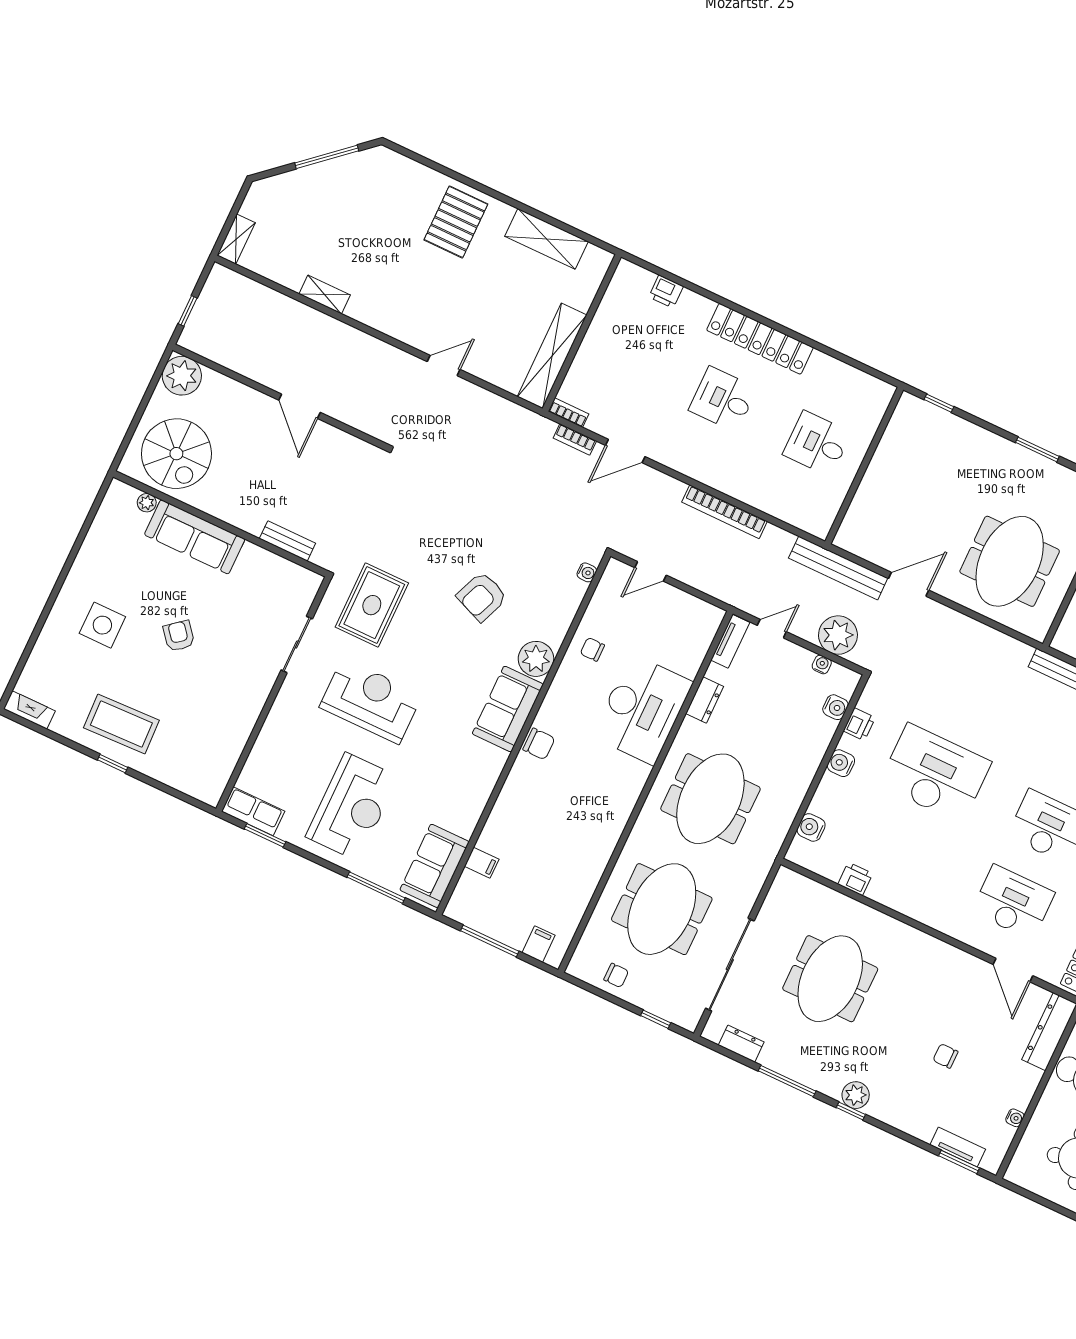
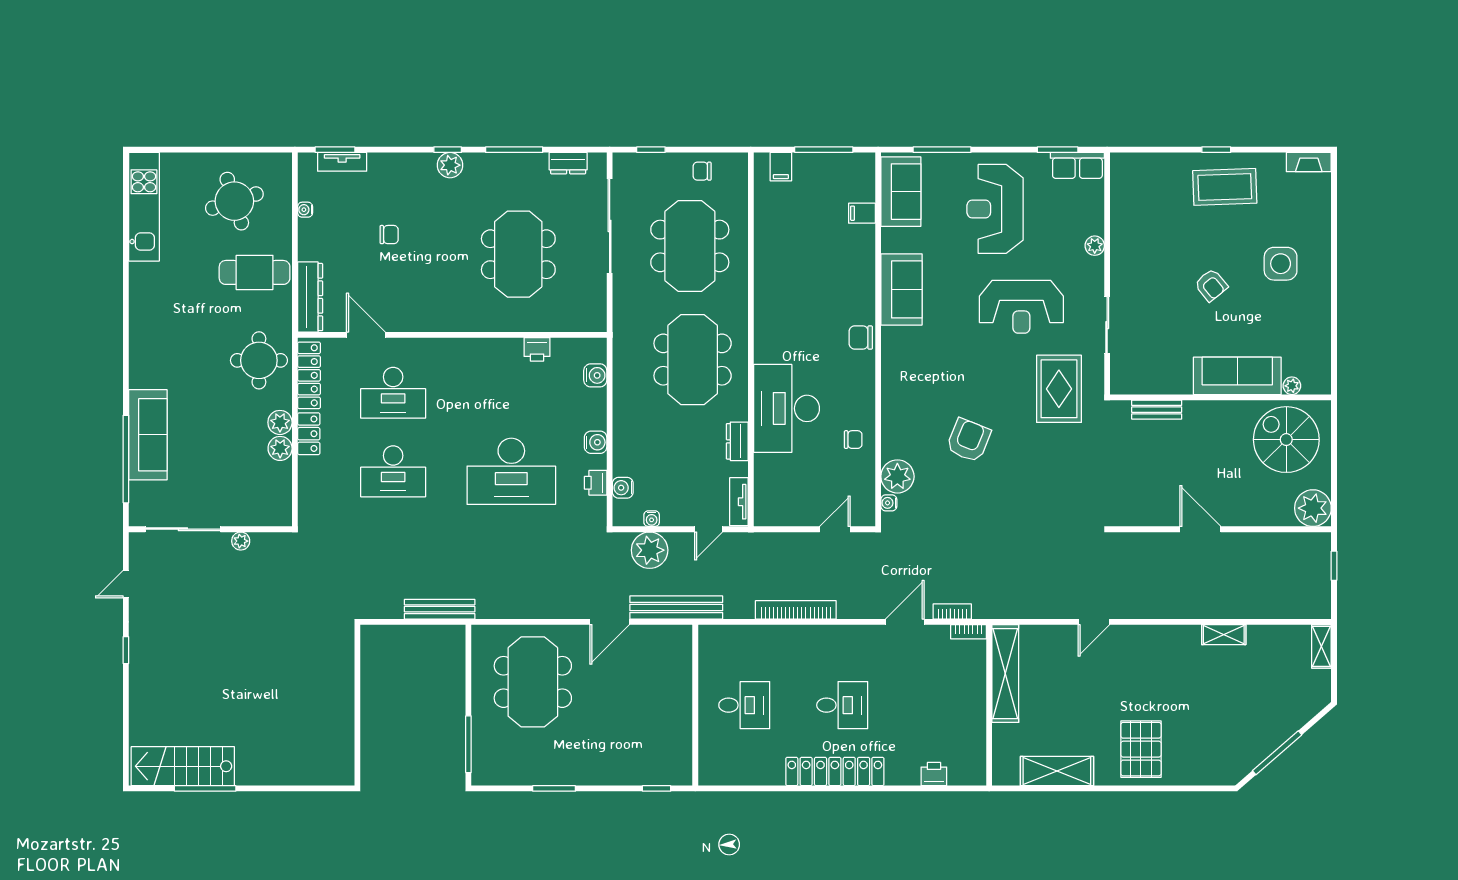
plant: (536, 659) -> (897, 476), moved
sofa: (508, 709) -> (901, 289), moved
plant: (273, 726) -> (1095, 246), added

